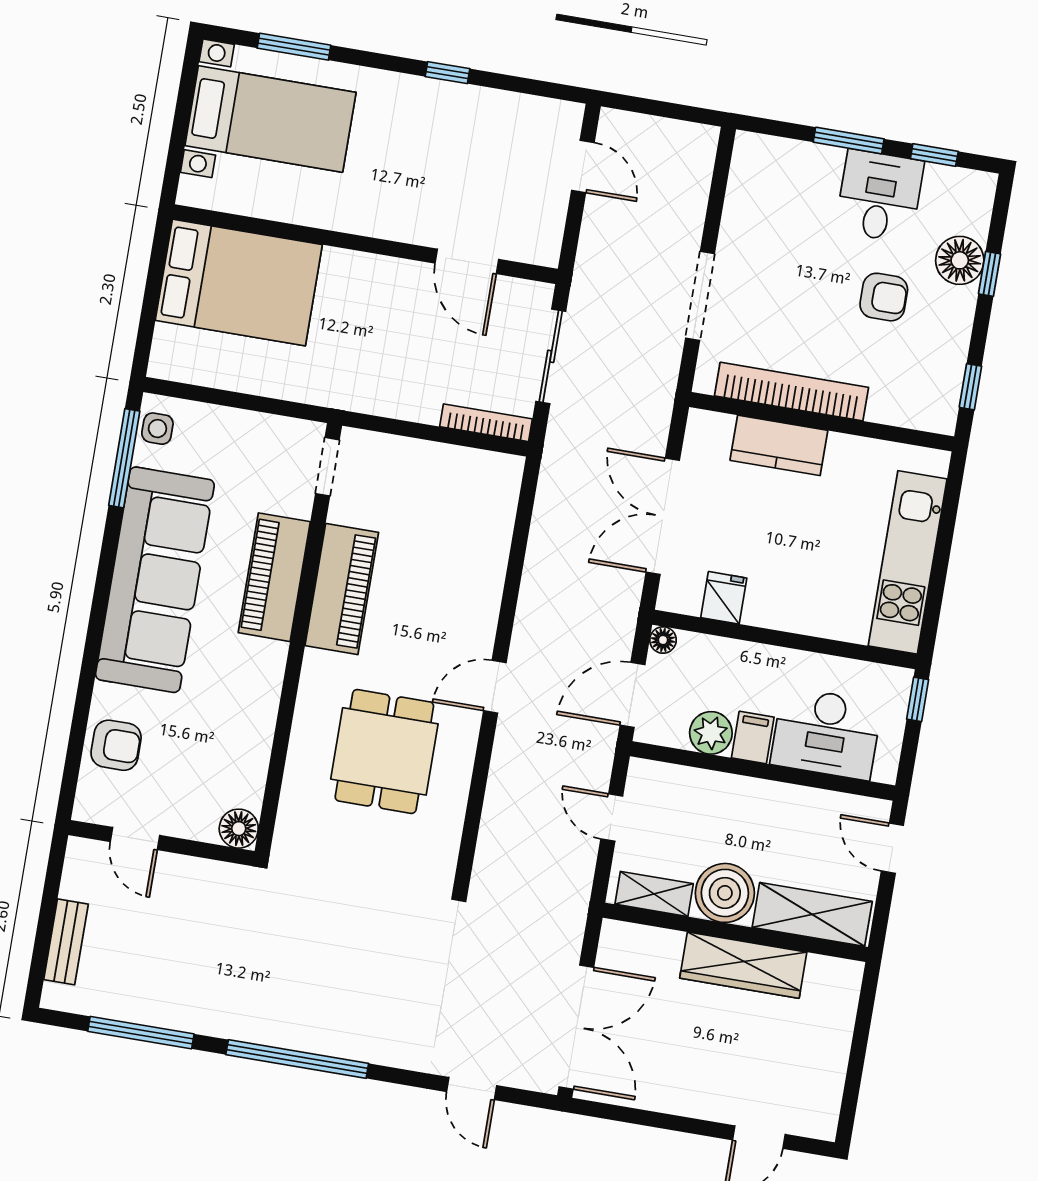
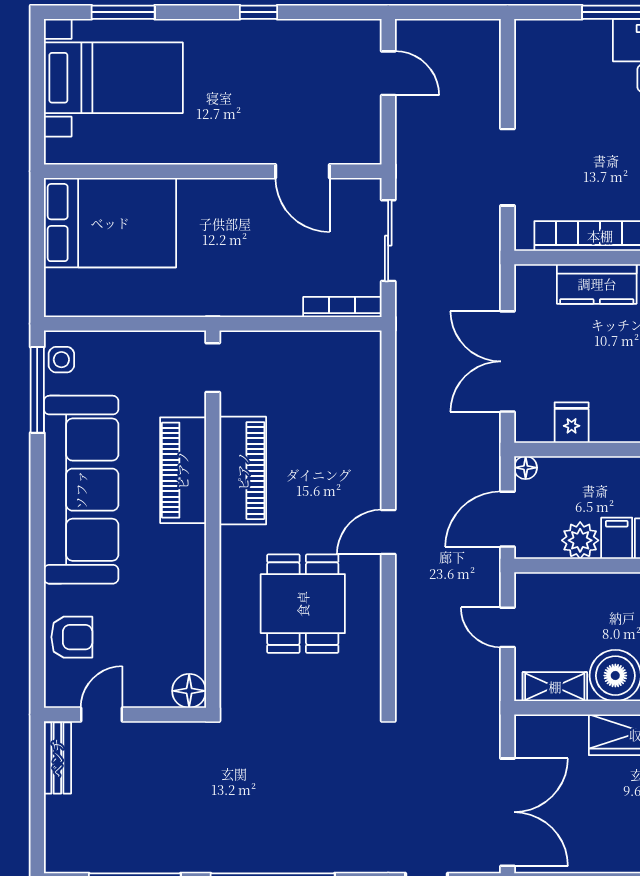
door: (135, 839) -> (102, 714), swing flipped
bench: (66, 942) -> (57, 758), moved

